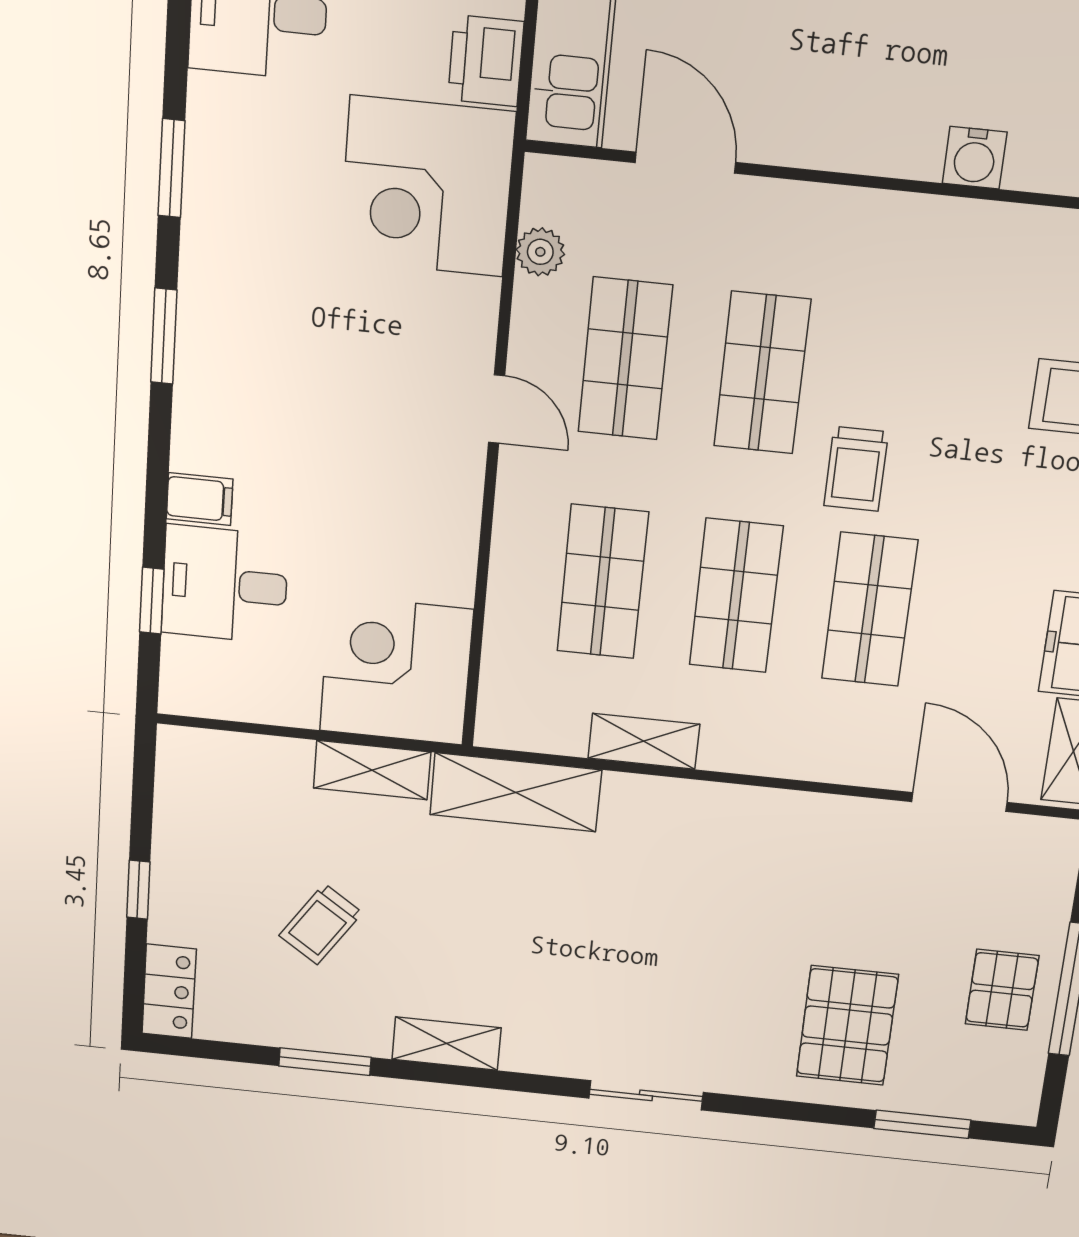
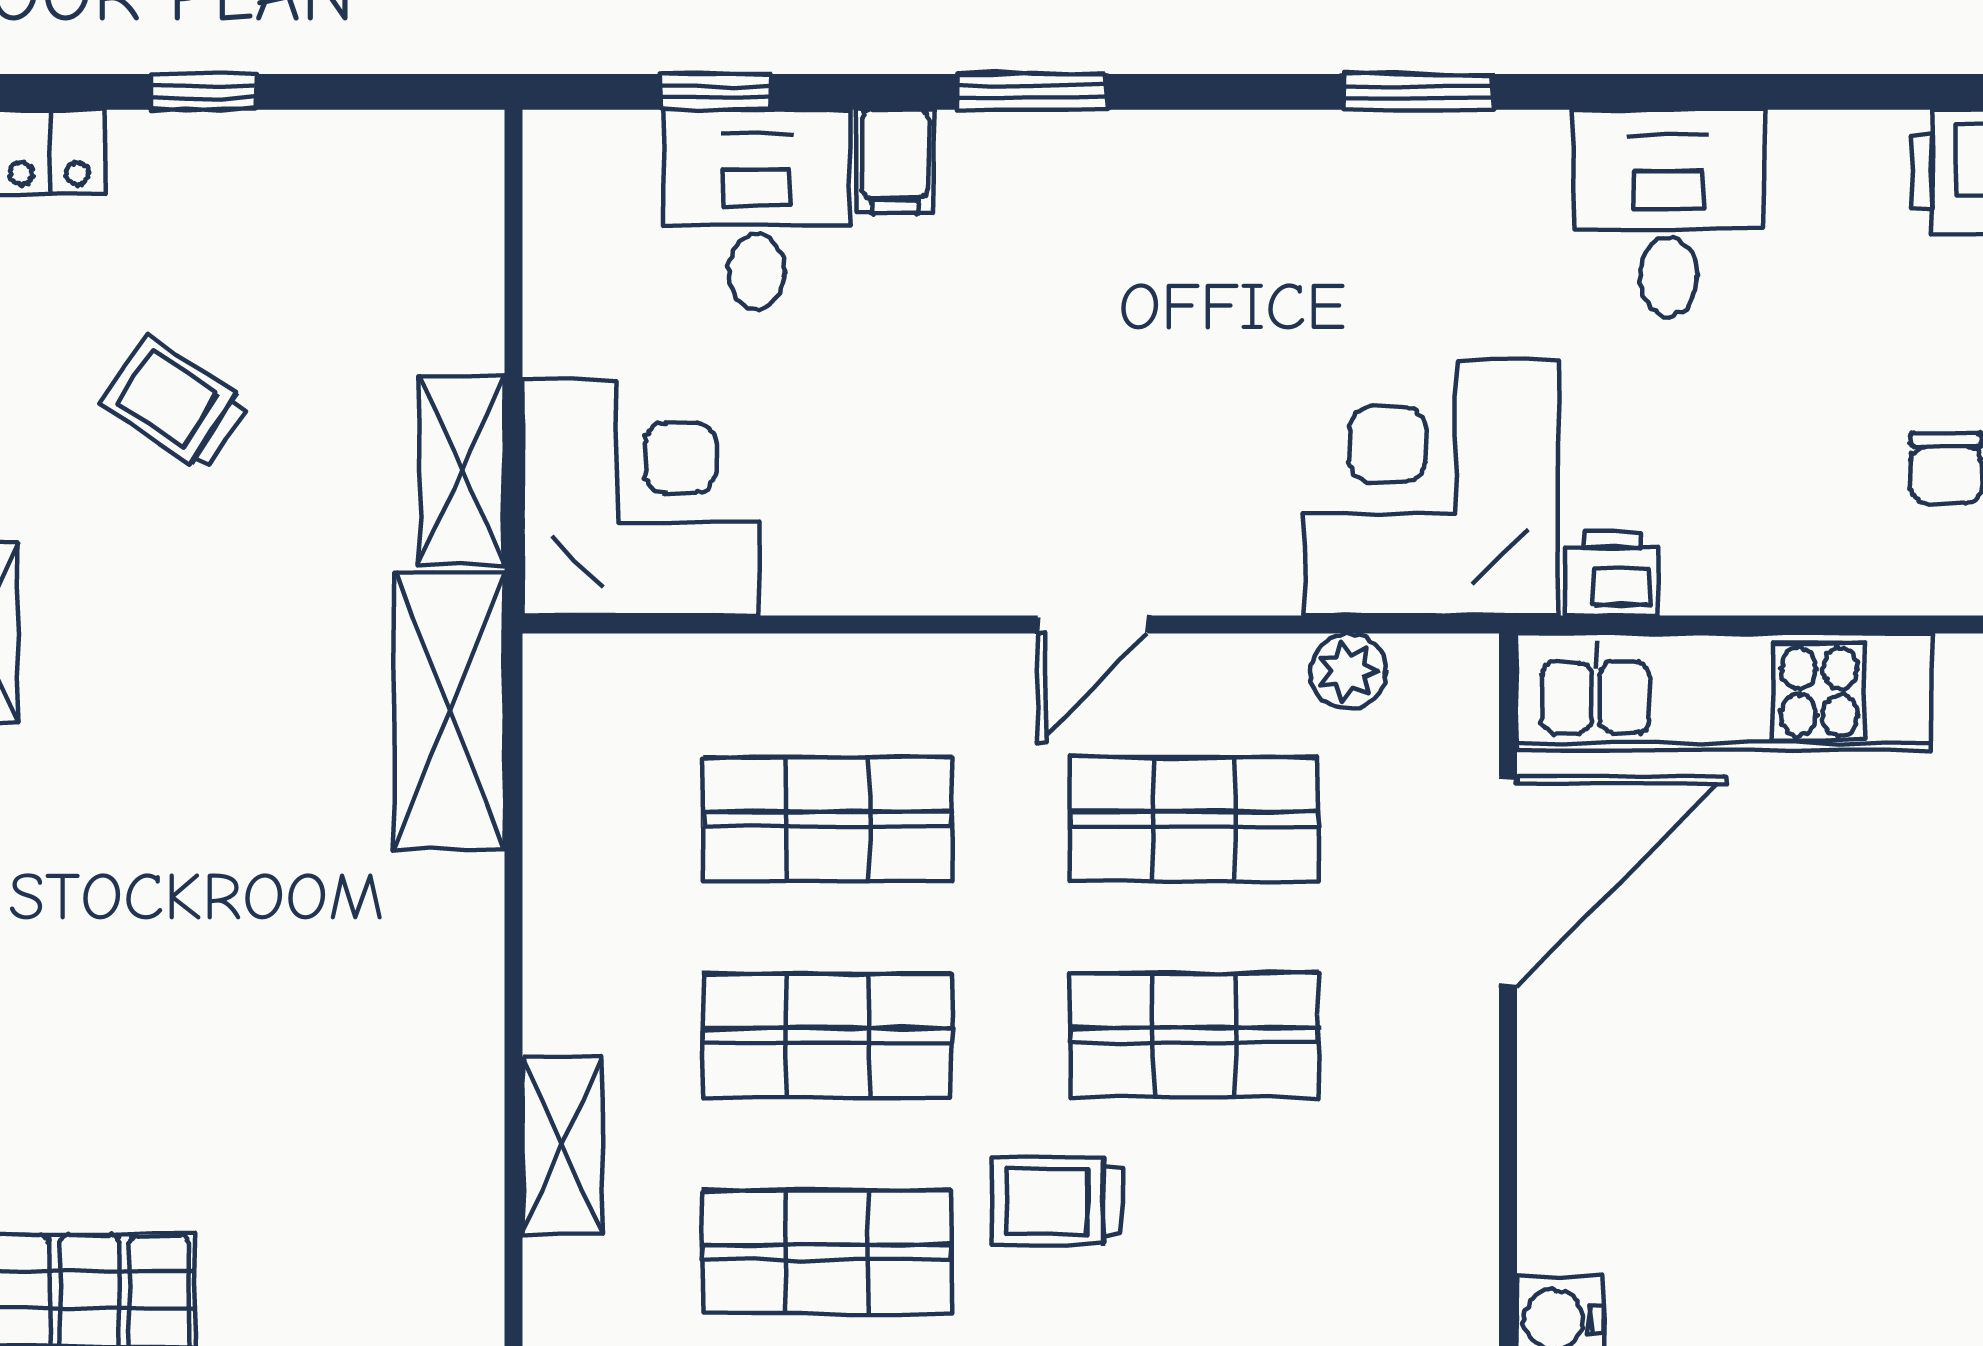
printer: (486, 61) -> (1613, 573), width x0.73, depth x0.81
door: (685, 163) -> (1508, 881), width x1.36
window: (164, 336) -> (1032, 92), moved
shelving: (644, 741) -> (562, 1145), moved

